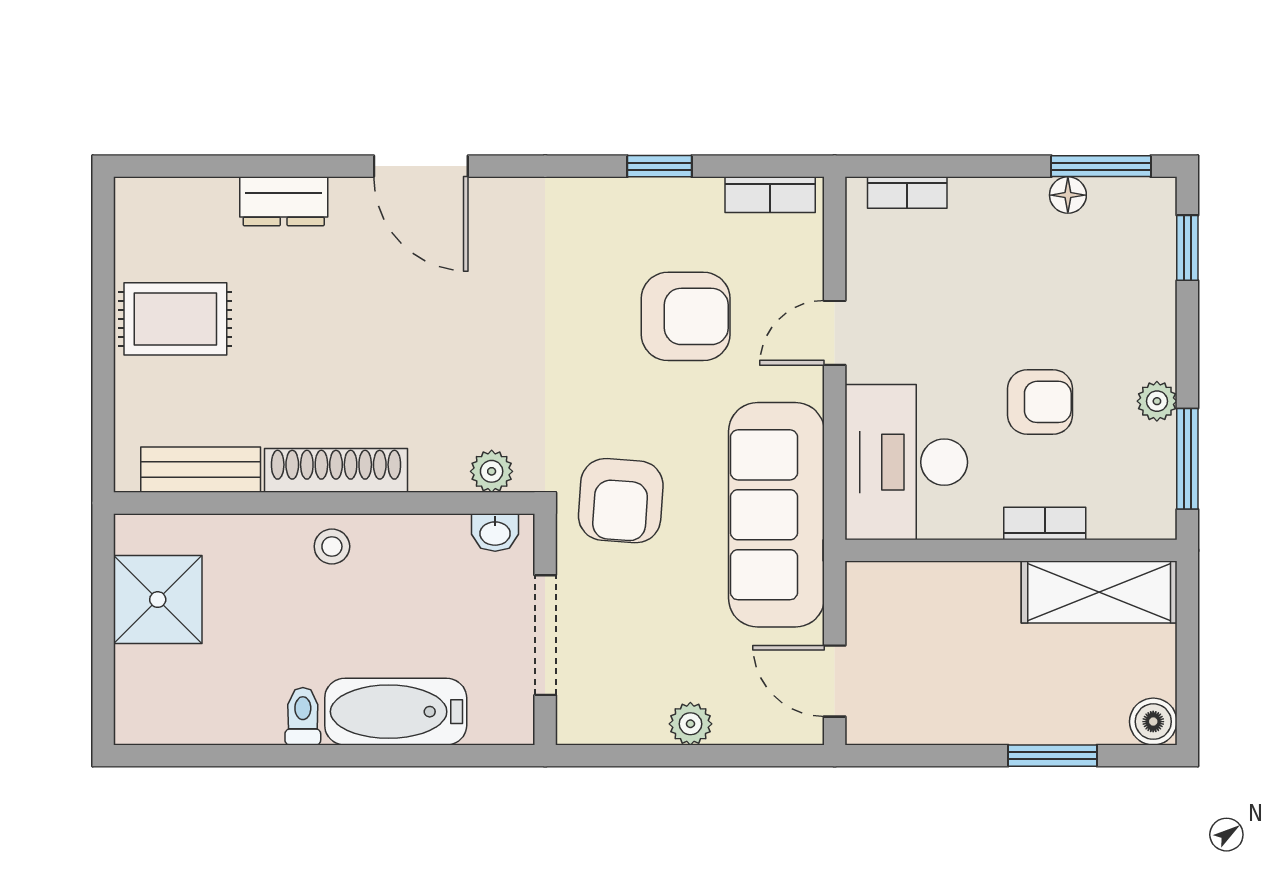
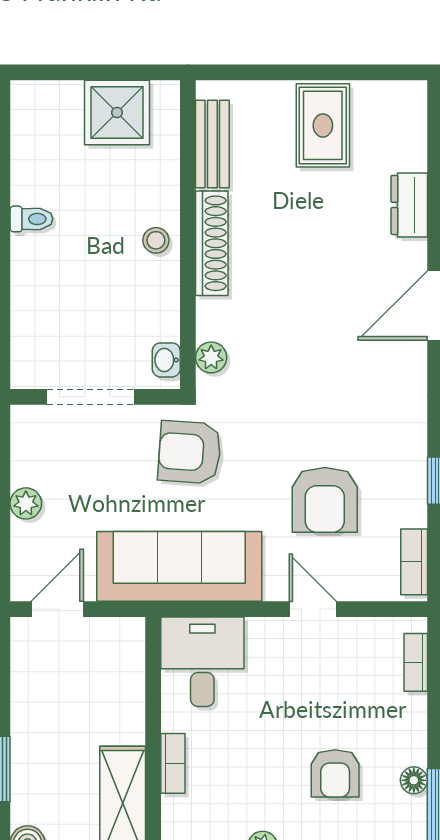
armchair: (1040, 402) -> (335, 773), moved
desk: (906, 462) -> (202, 662), width x0.73
bathtub: (396, 712) -> (35, 287), removed

